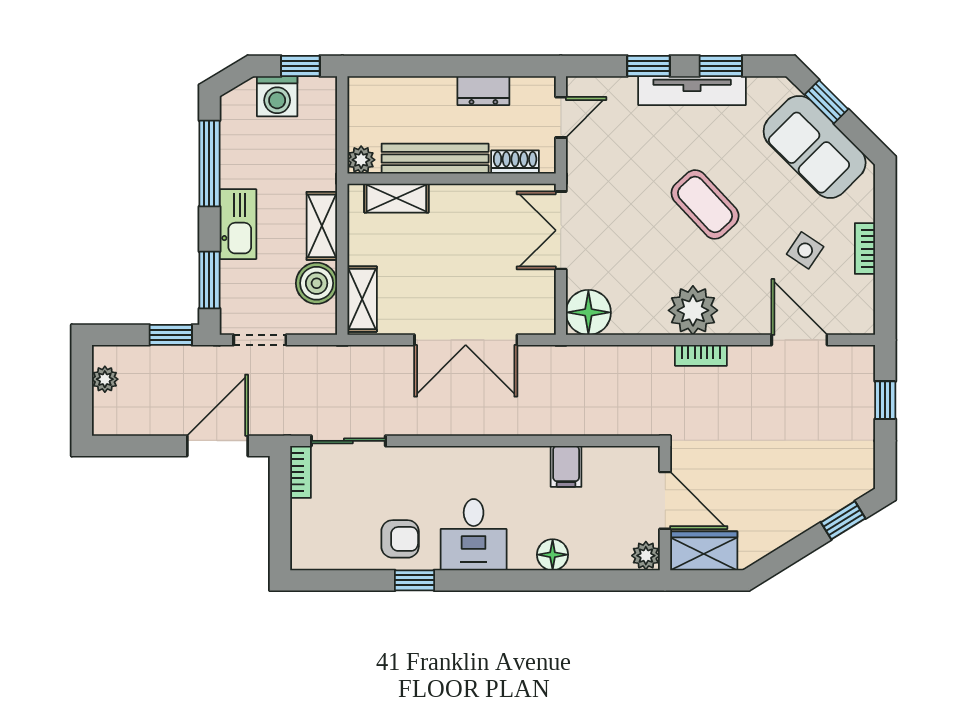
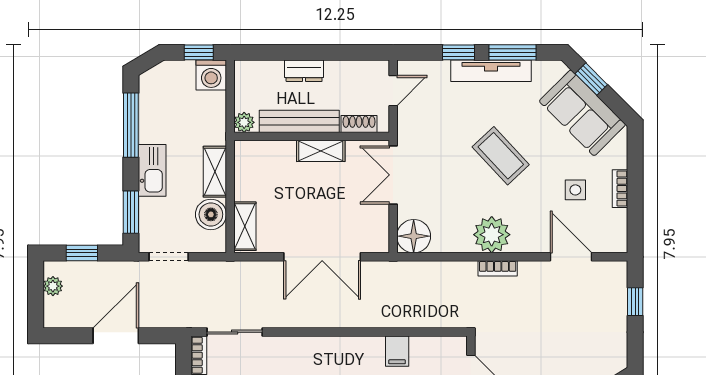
window: (721, 66) -> (512, 52), width x1.50
dresser: (483, 91) -> (304, 71), moved
washing machine: (277, 96) -> (211, 75), moved
shelving: (396, 198) -> (321, 151), moved
side table: (805, 250) -> (575, 190), turned -34
window: (171, 335) -> (82, 253), moved
door: (217, 446) -> (116, 336), moved

